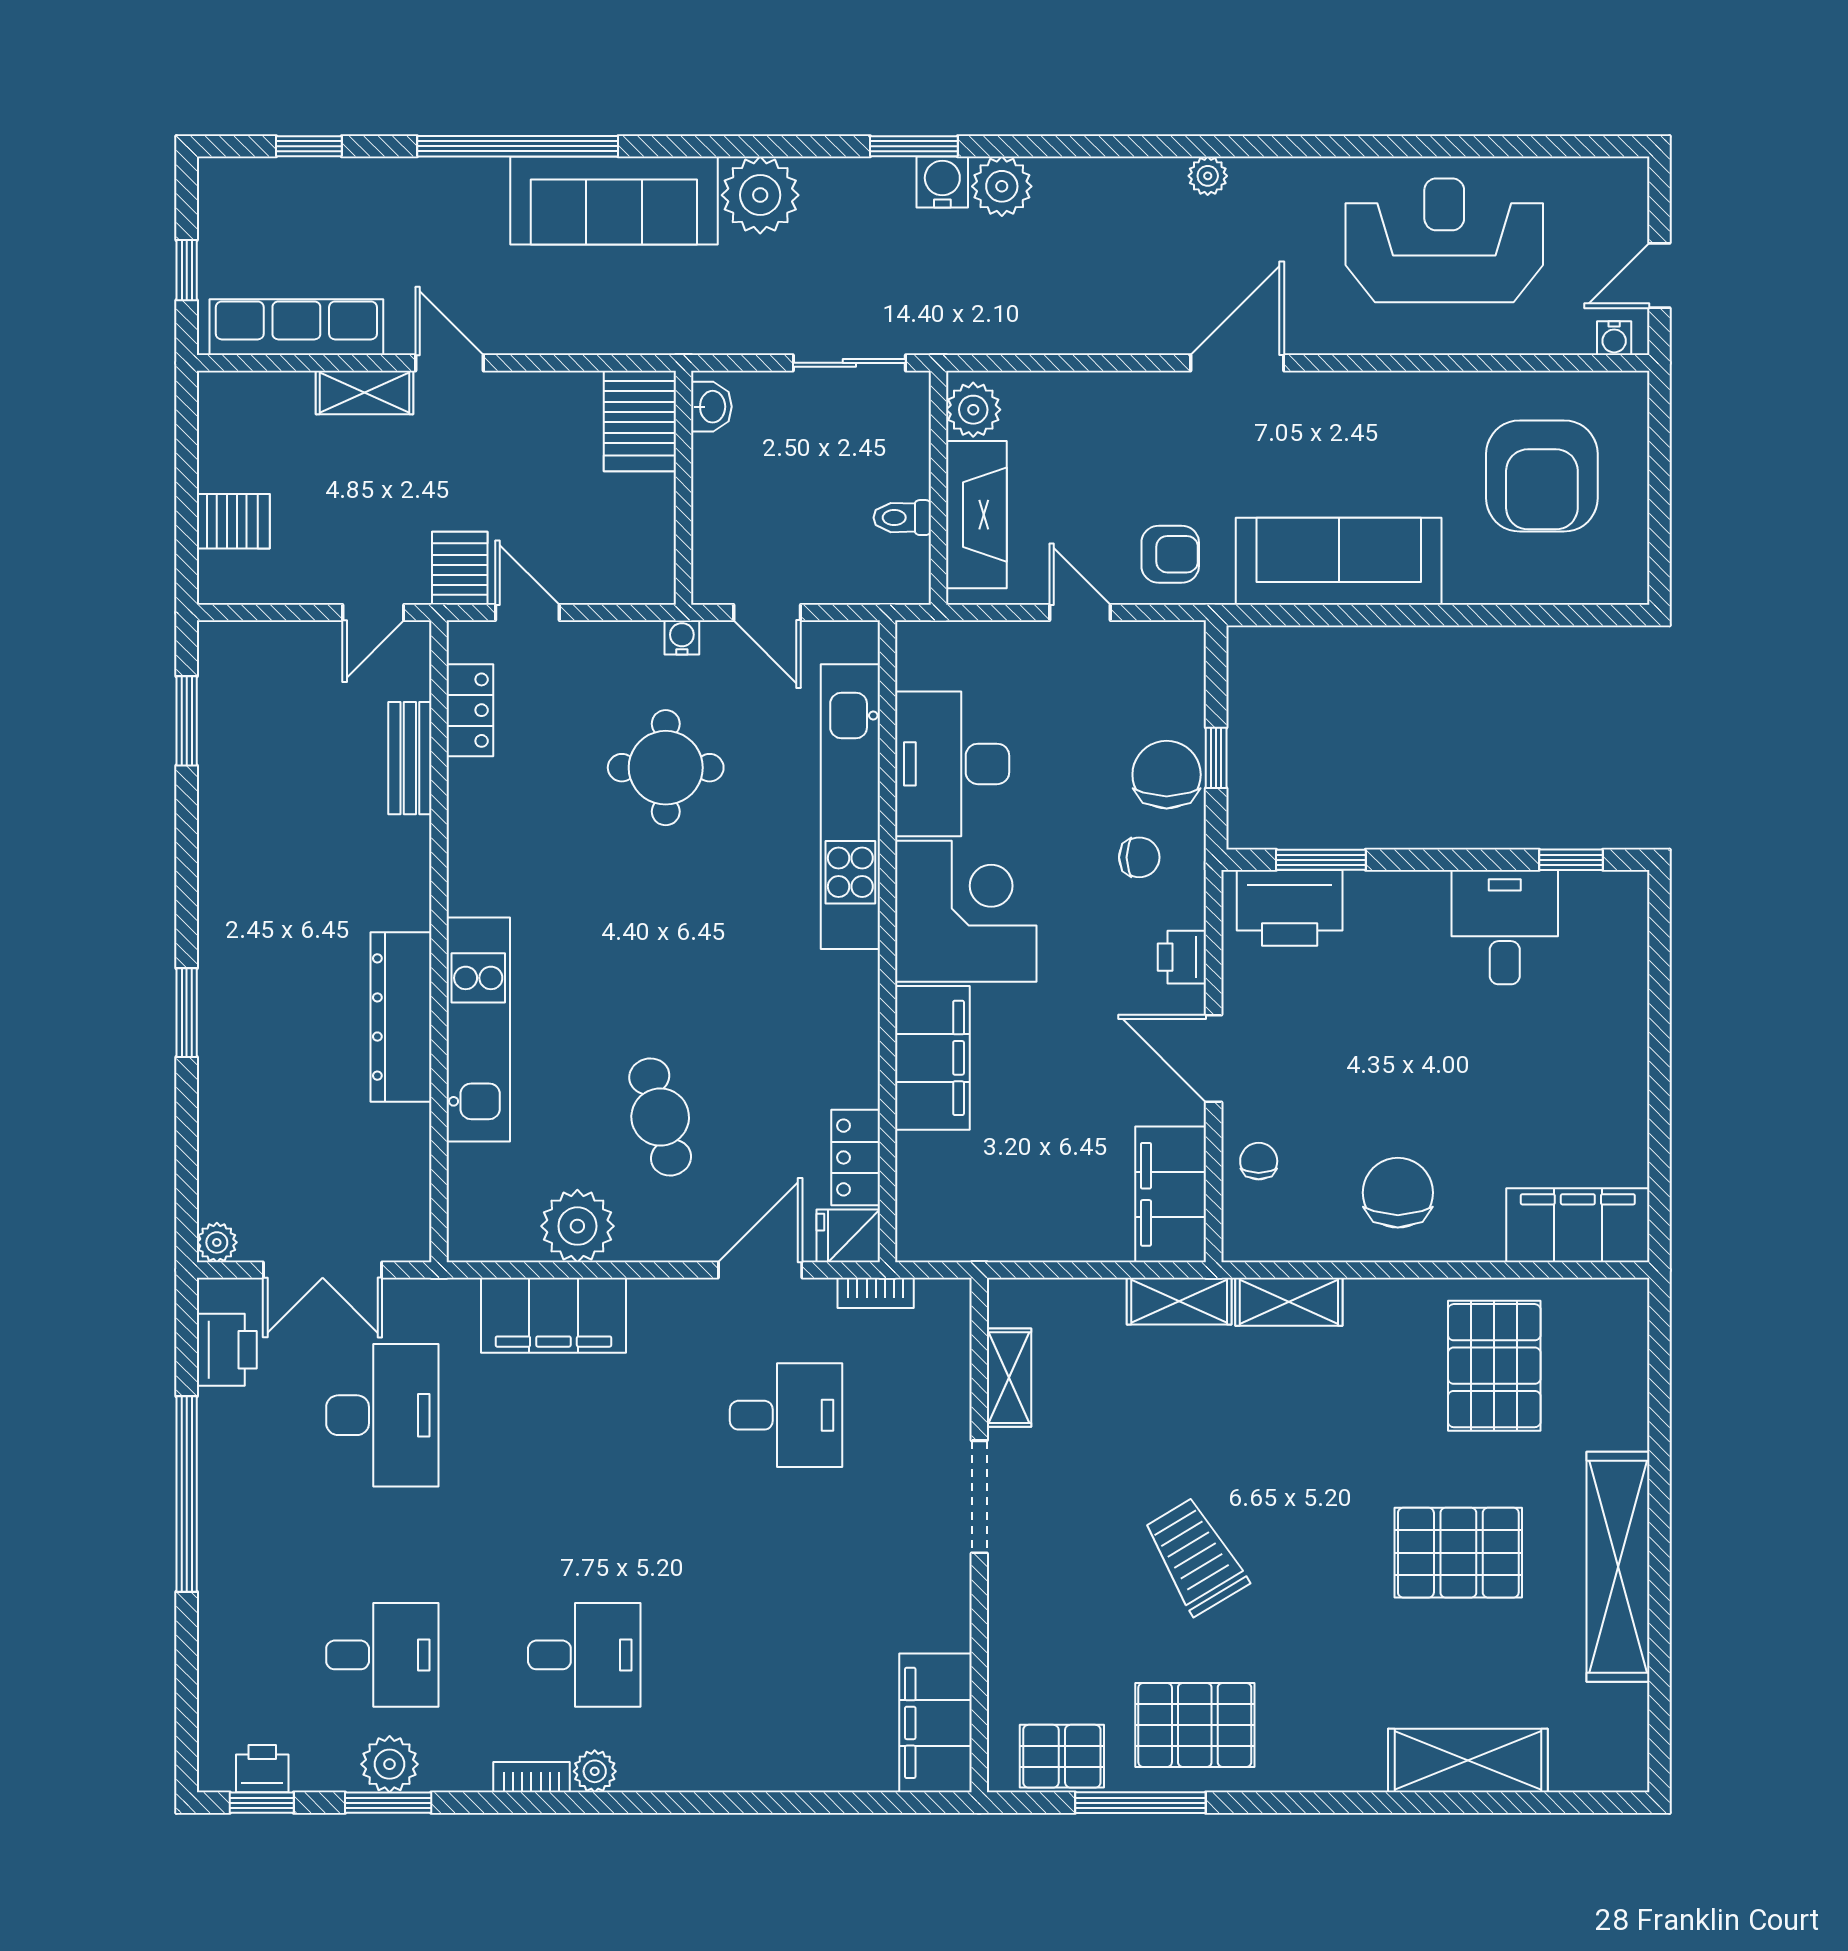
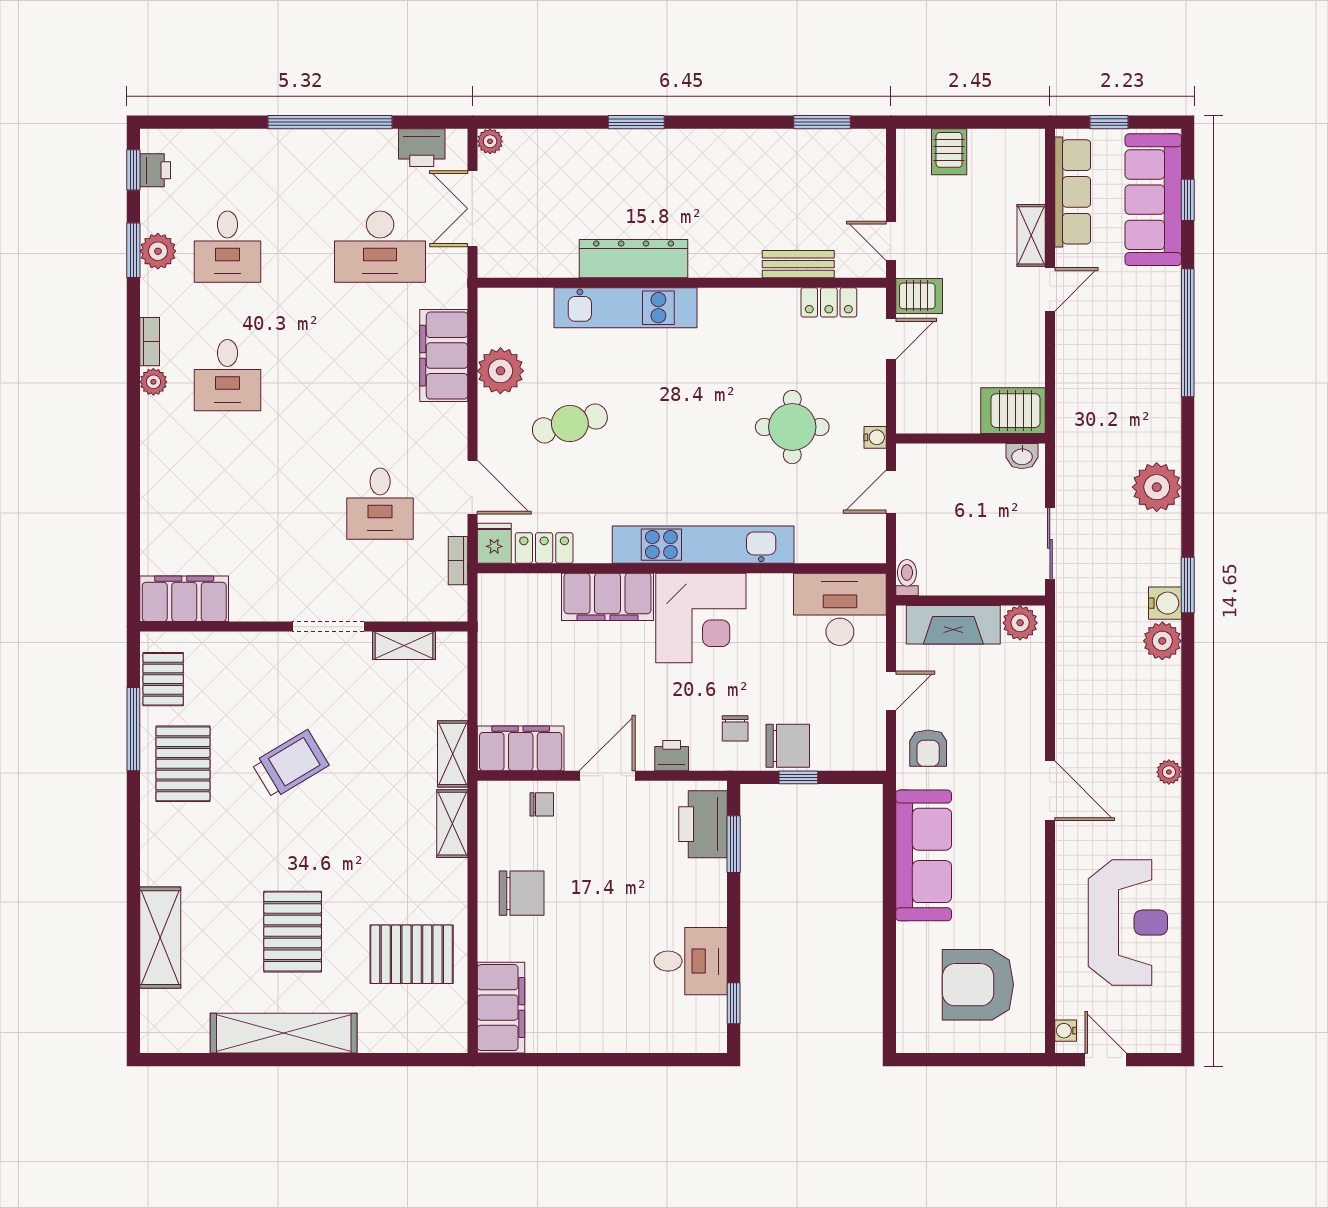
sofa: (614, 201) -> (1153, 200), moved
toilet: (902, 518) -> (907, 578), moved
desk: (952, 764) -> (840, 609), moved
kitchen unit: (850, 807) -> (703, 545), moved

